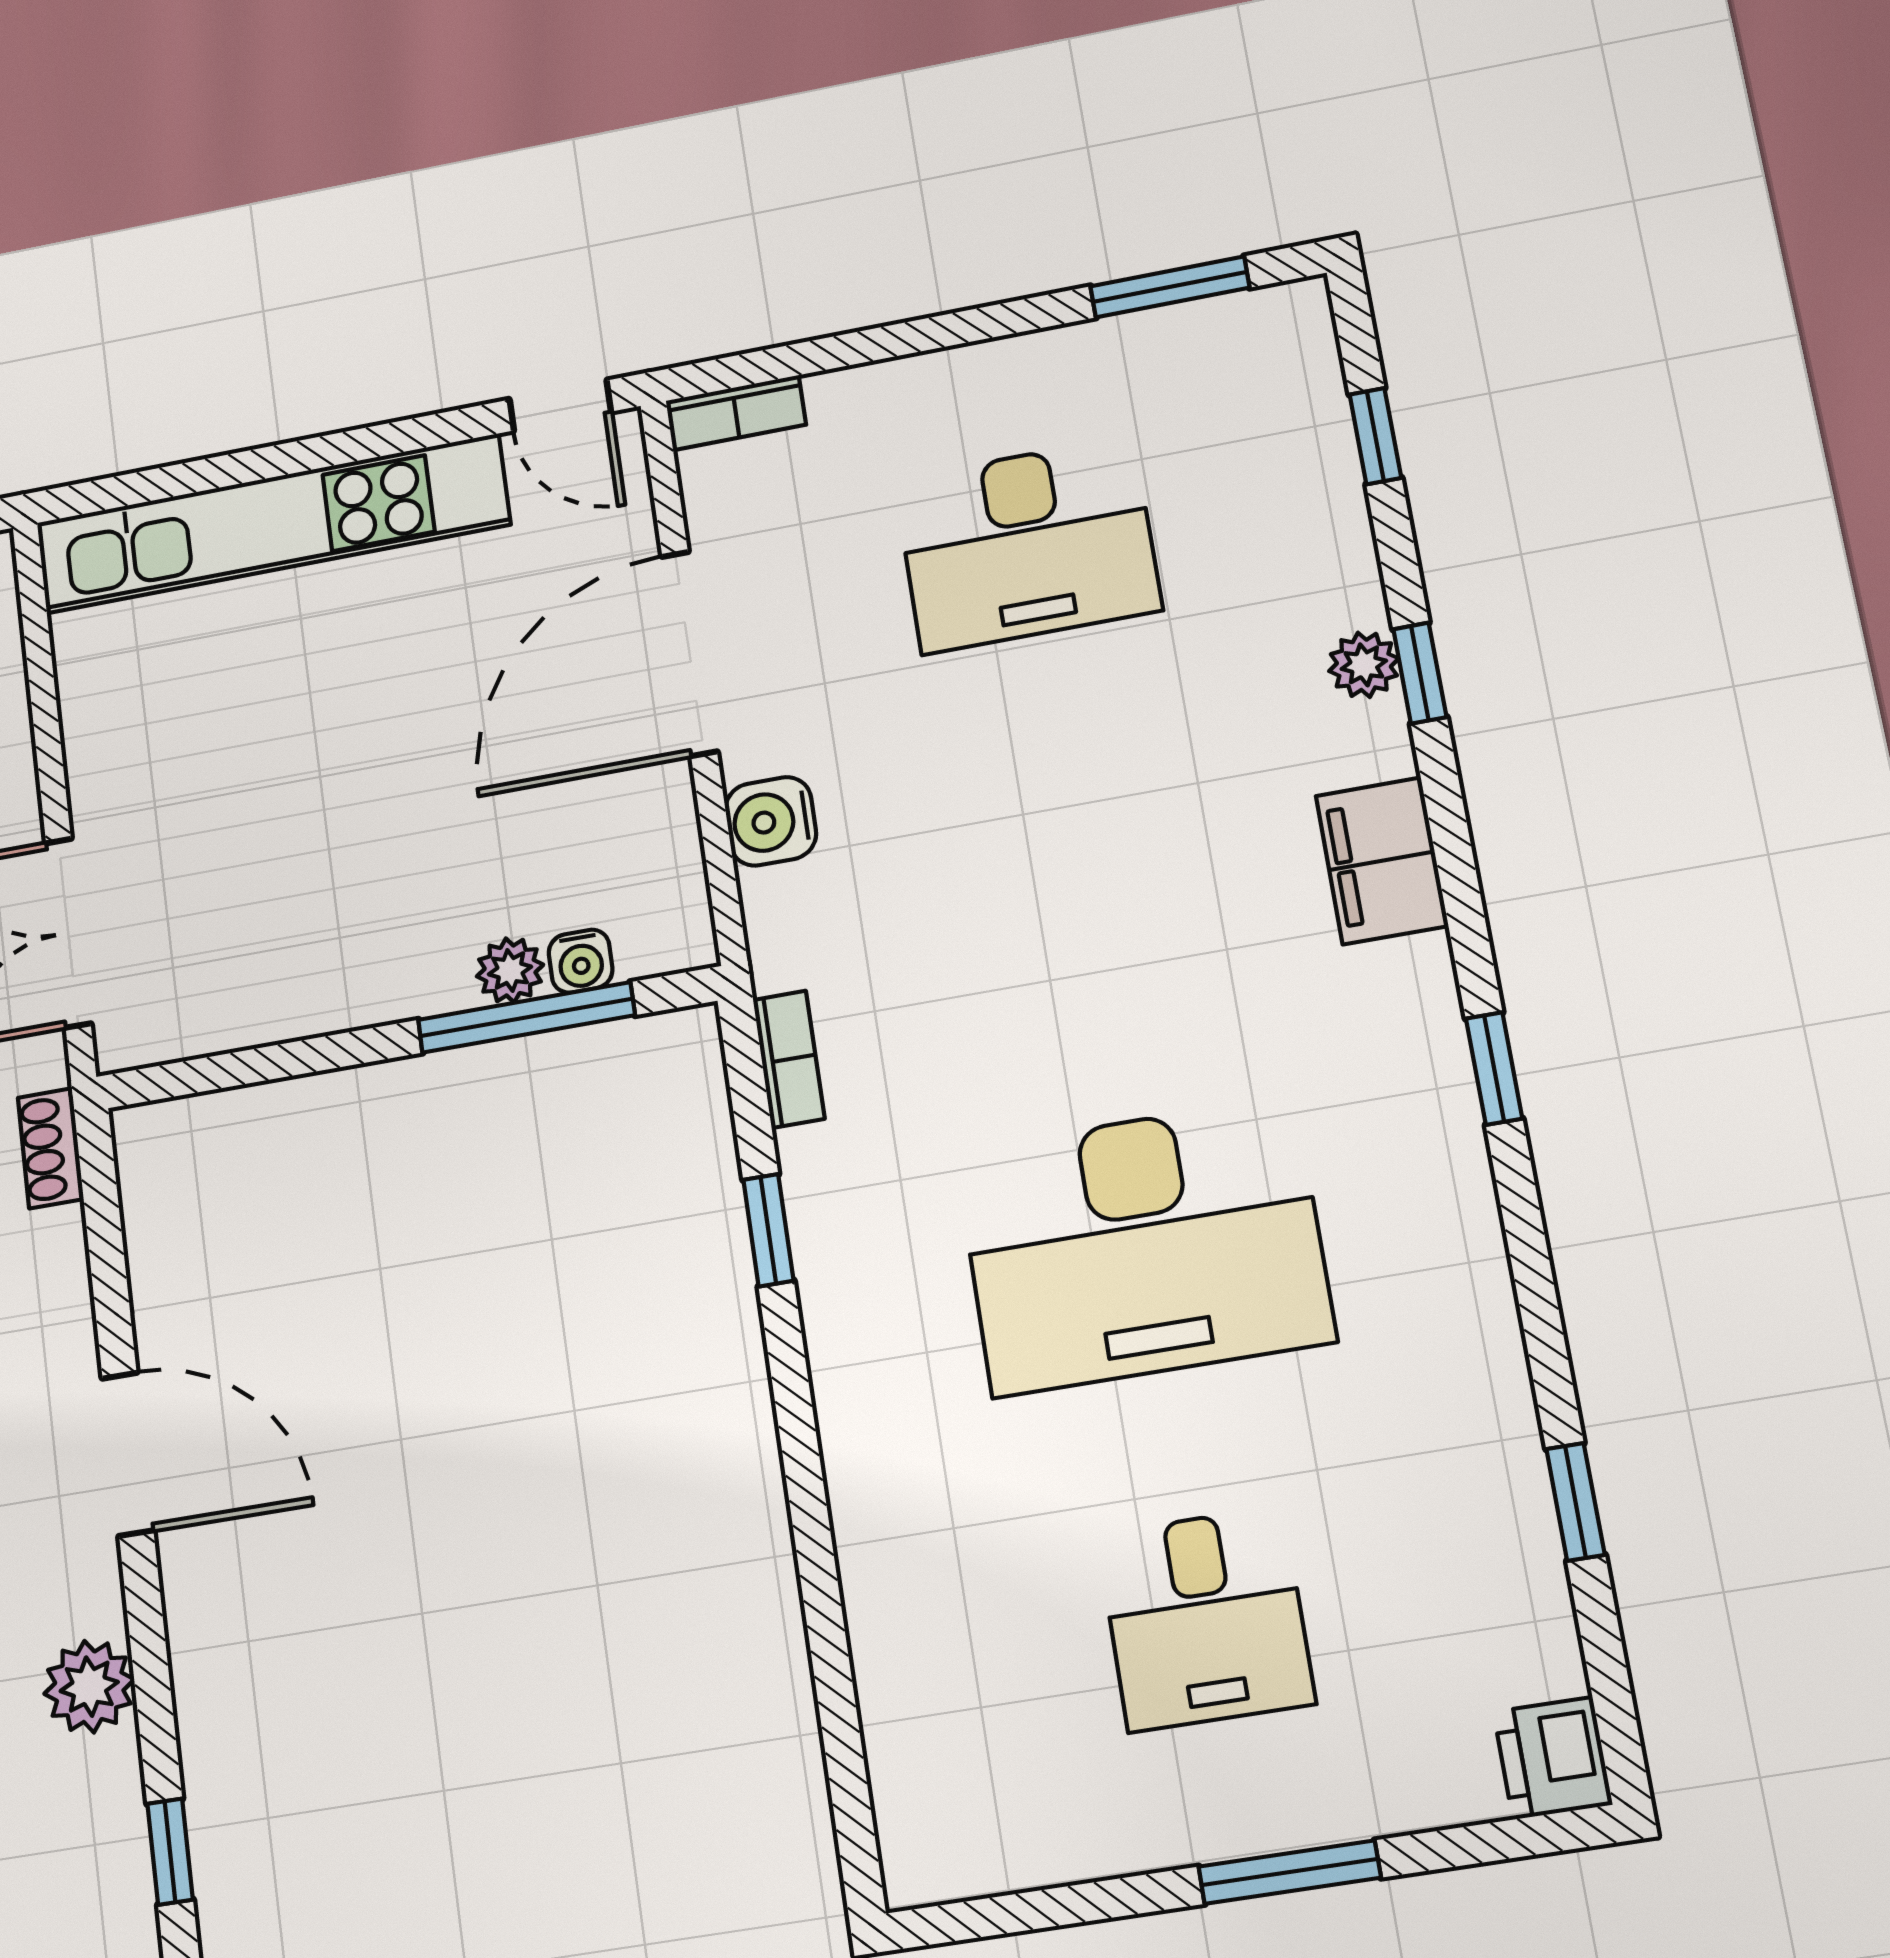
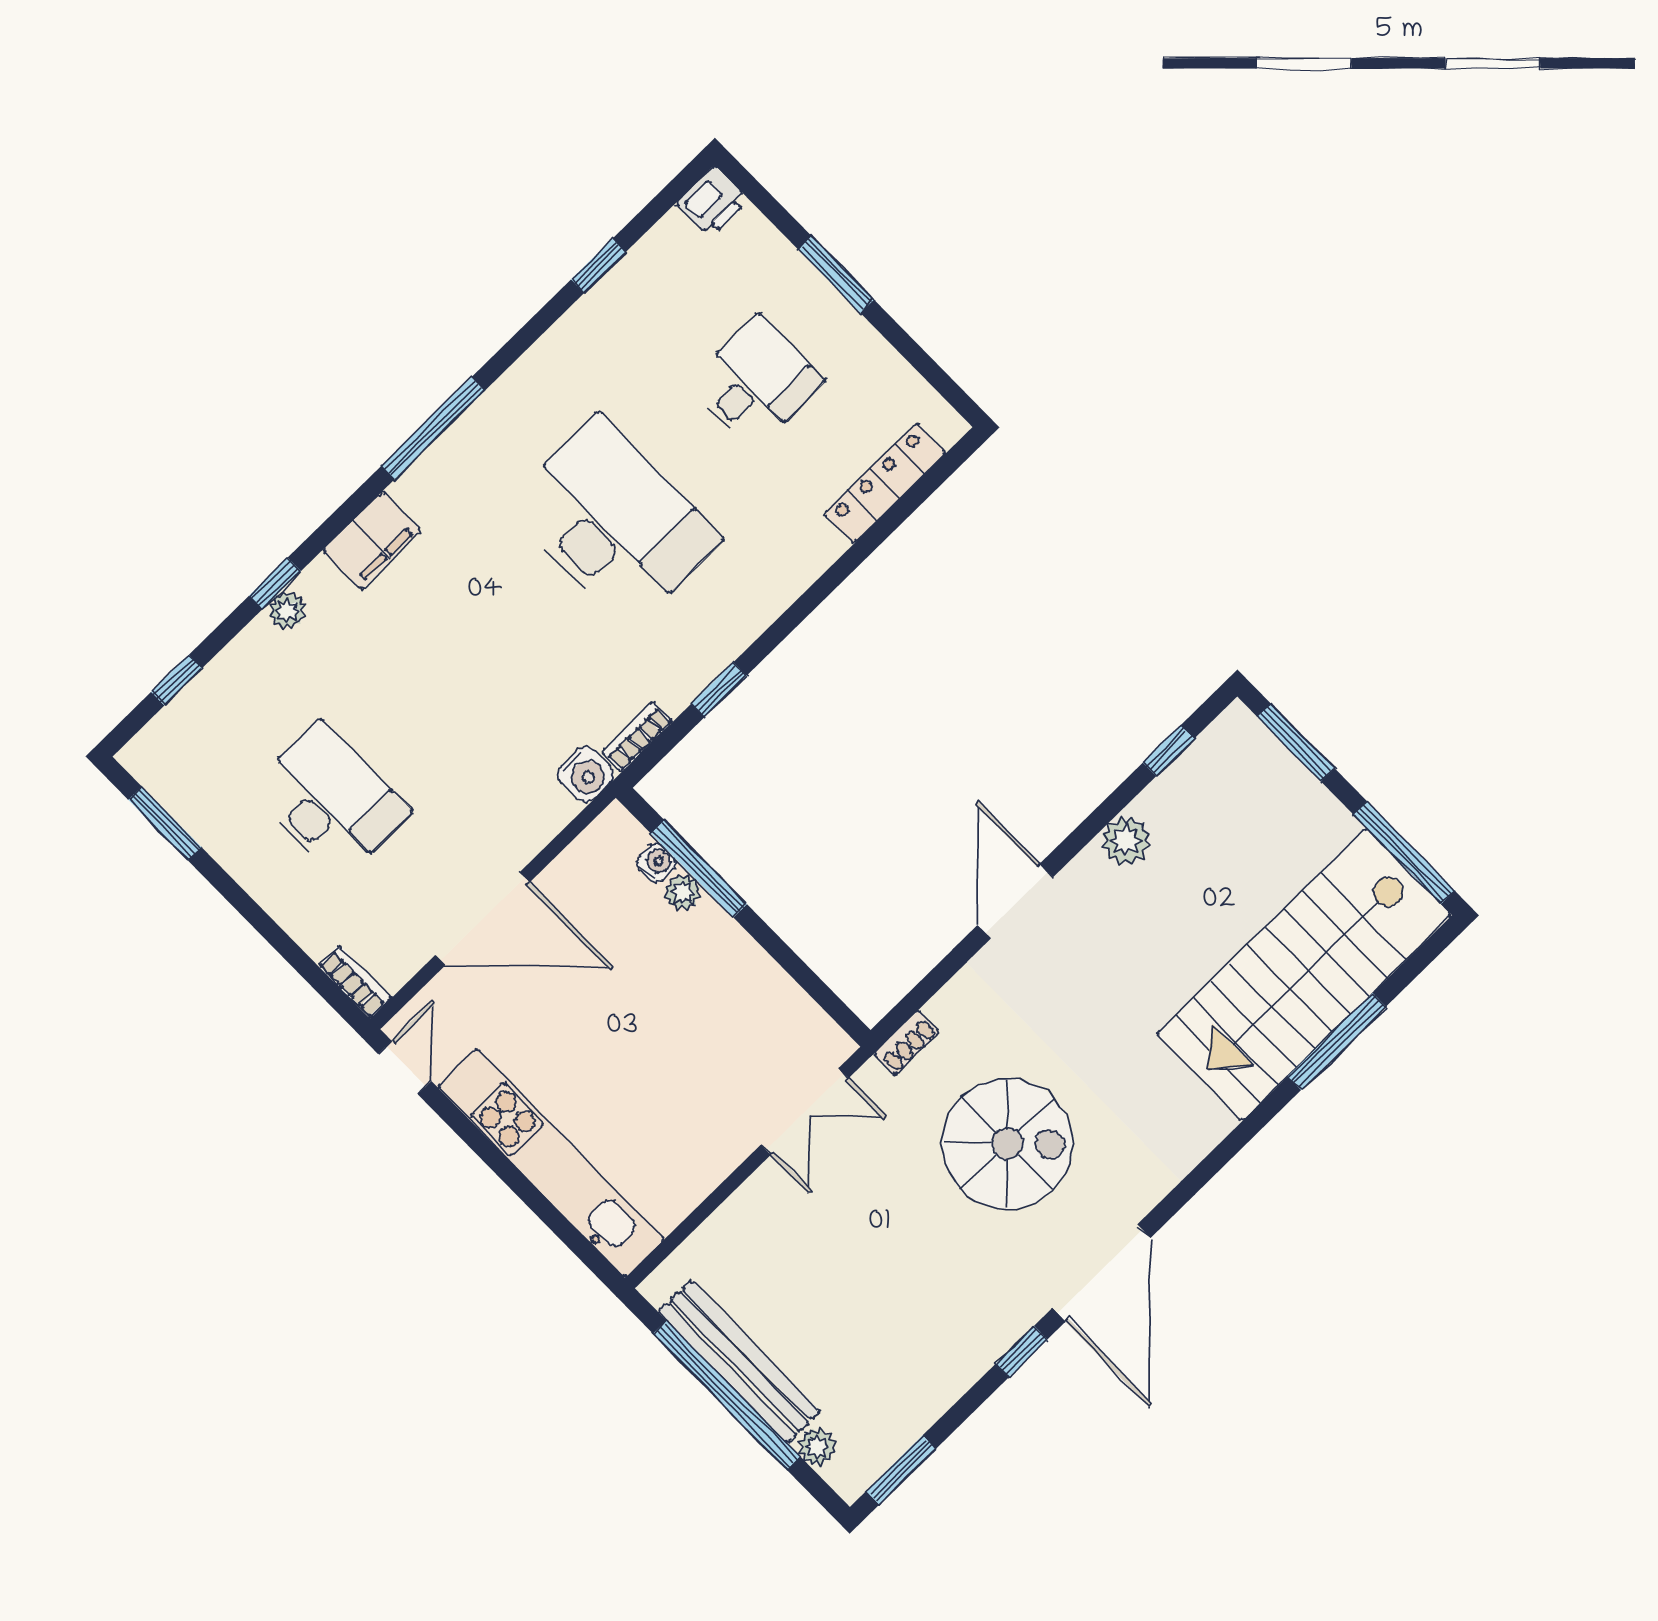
water cooler: (771, 821) -> (586, 774), moved
window: (1494, 1068) -> (433, 428), width x2.17
locker: (898, 1710) -> (885, 483), added

